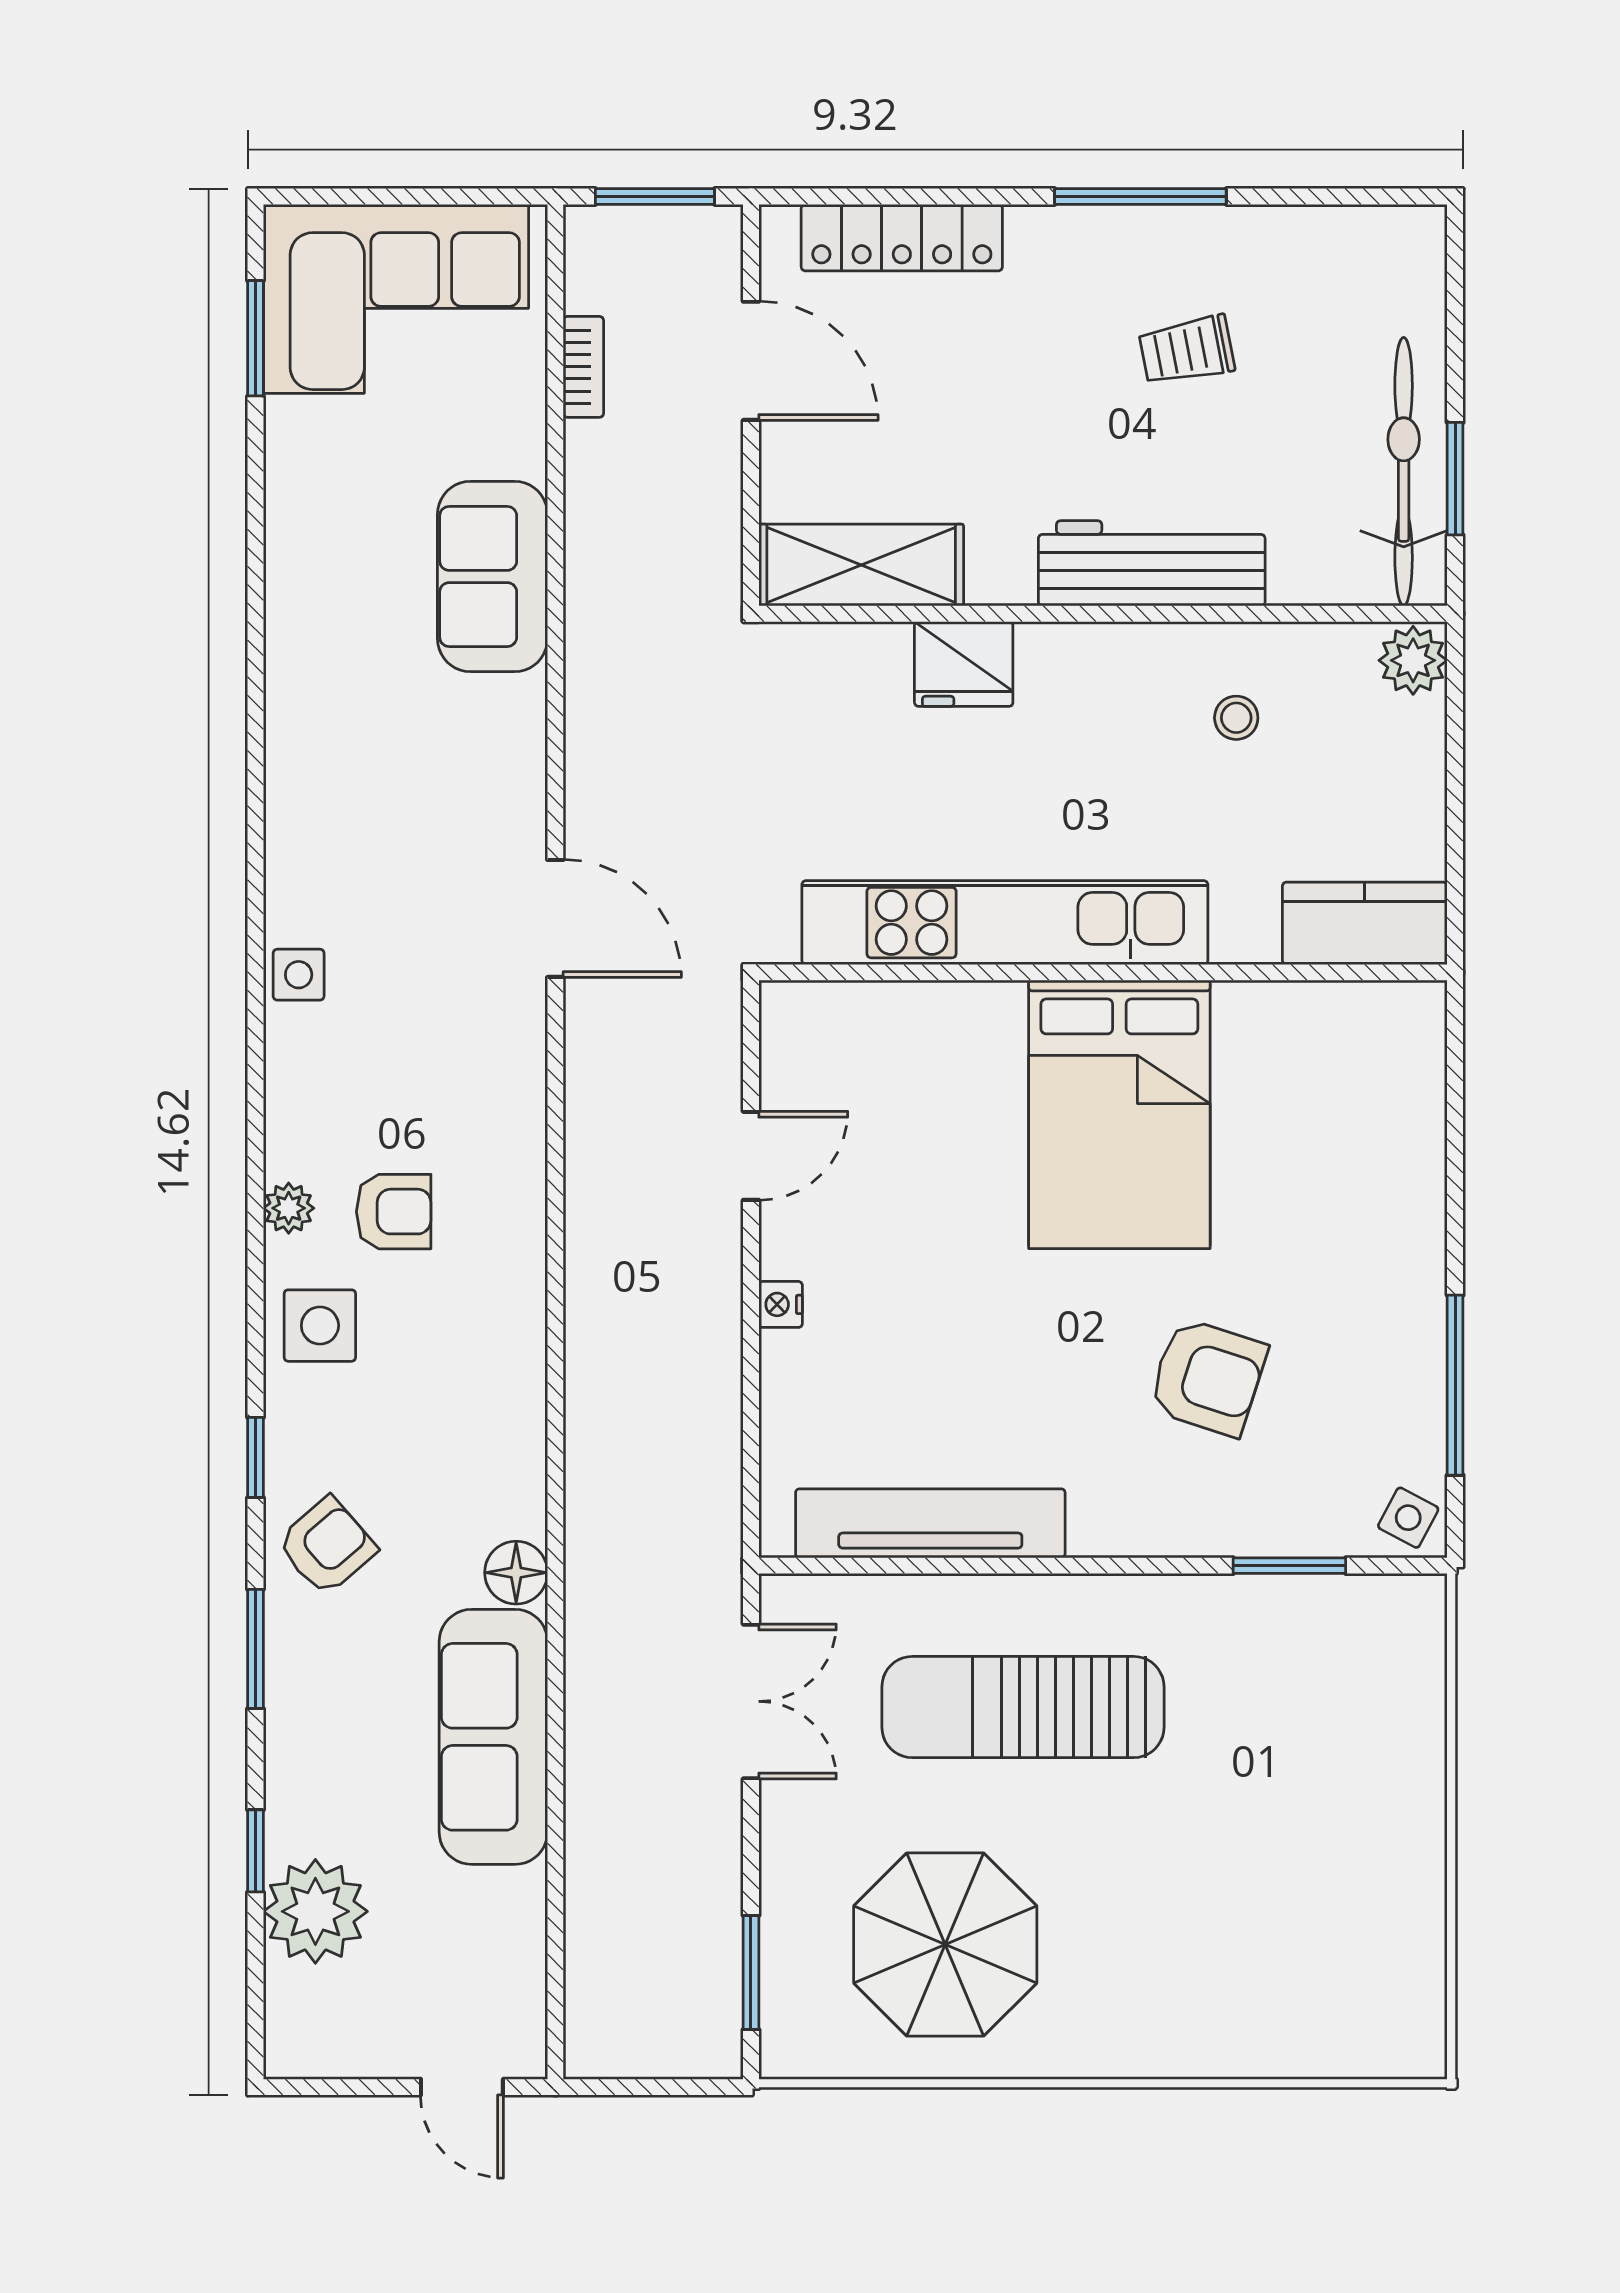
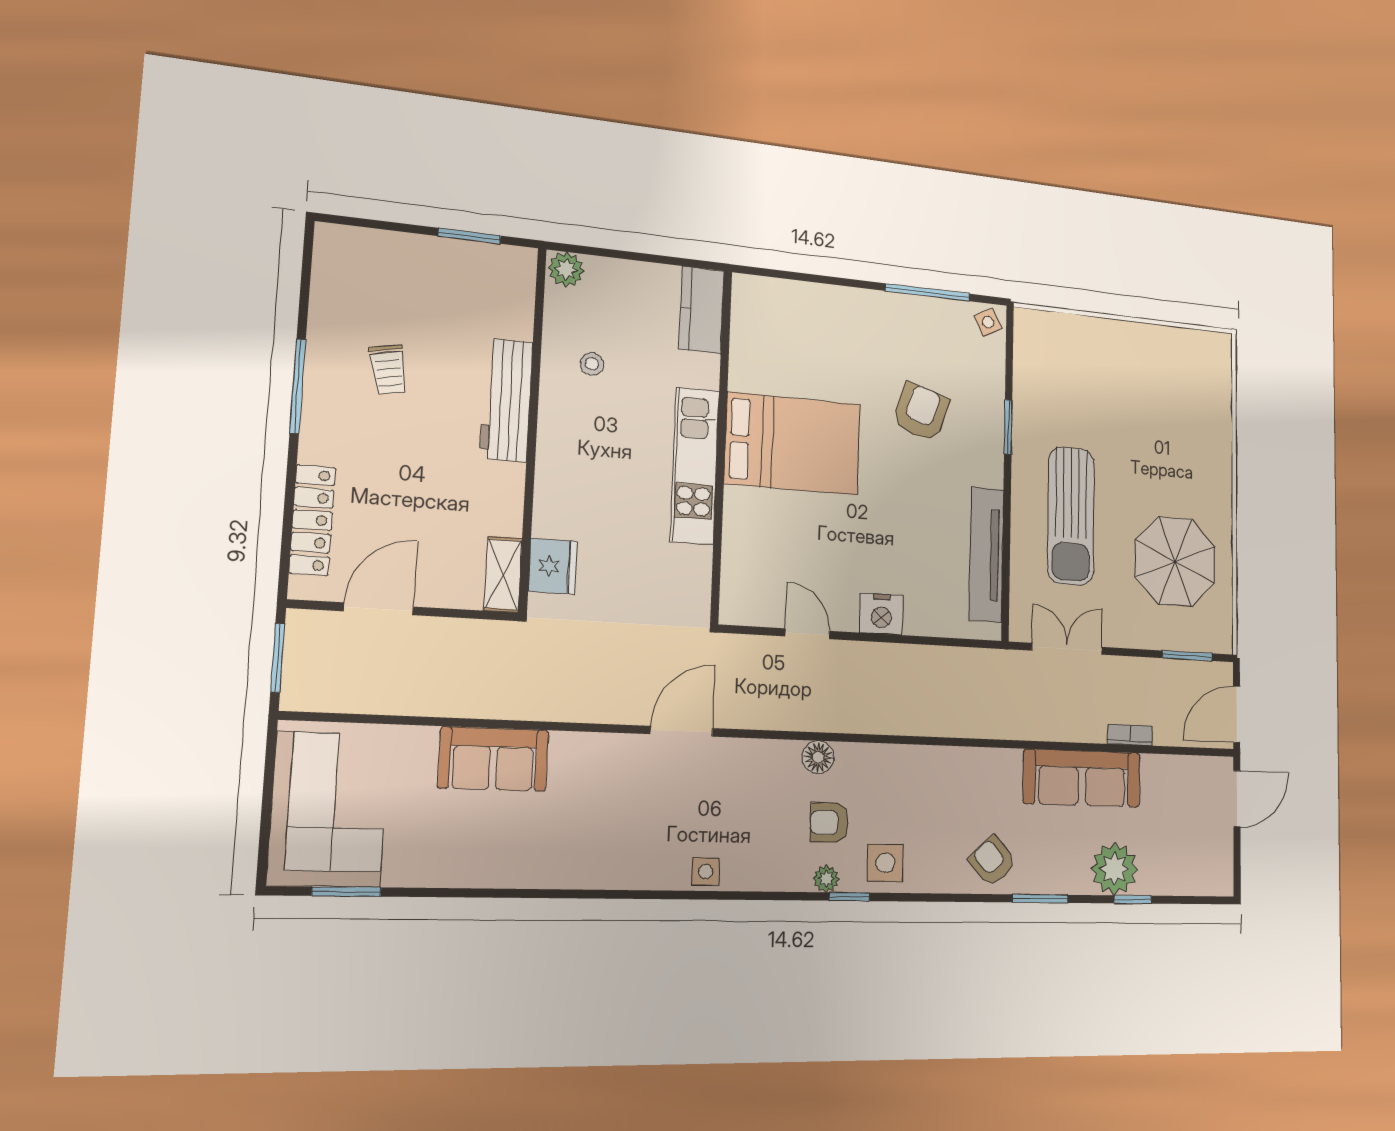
bookcase: (583, 367) -> (1130, 735), moved
bicycle: (1404, 472) -> (464, 262), removed
shelving: (861, 565) -> (503, 574), width x0.67, depth x0.75
fridge: (964, 664) -> (553, 566), moved
kitchen unit: (1005, 923) -> (695, 466), width x0.73
armchair: (394, 1212) -> (830, 823), turned -90
nightstand: (781, 1304) -> (881, 614), width x1.89, depth x1.79
window: (255, 1457) -> (849, 897), moved
side table: (1408, 1518) -> (988, 322), turned 34
window: (1289, 1566) -> (1008, 427), moved
floor lamp: (516, 1573) -> (818, 757), moved
plant: (315, 1911) -> (1114, 869), moved
door: (462, 2087) -> (1237, 799), width x1.37
door: (635, 2087) -> (1237, 714), added

